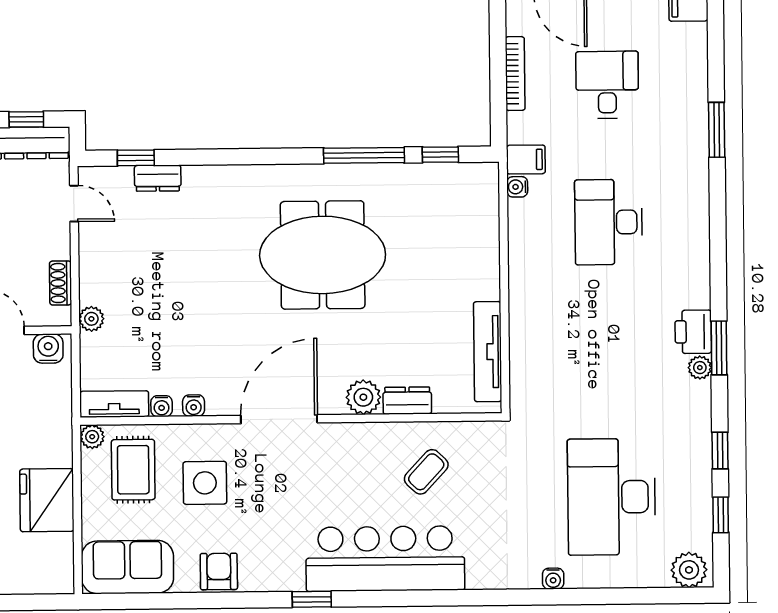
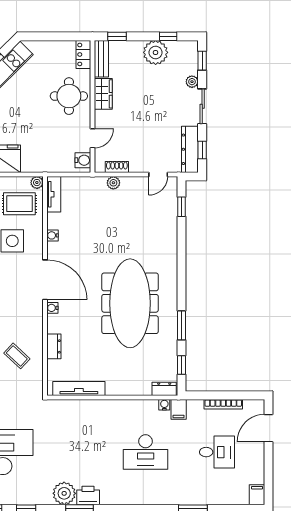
window: (364, 155) -> (182, 325), width x0.69
dresser: (158, 178) -> (164, 389), moved, turned 90
desk: (609, 222) -> (146, 452), turned 180
meeting table: (323, 255) -> (130, 303), width x1.36
plant: (91, 319) -> (113, 183), moved
plant: (700, 368) -> (64, 493), width x1.87, depth x1.87
plant: (363, 397) -> (56, 324), removed
water cooler: (162, 406) -> (52, 308), moved

